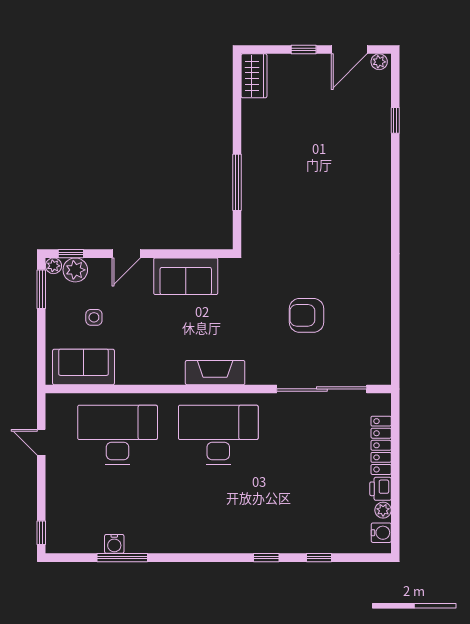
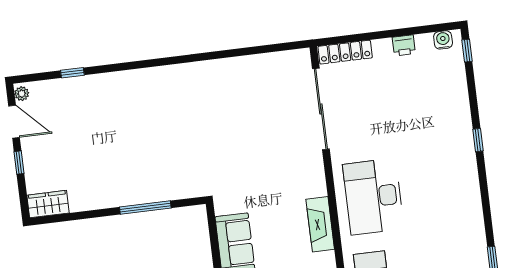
armchair: (306, 315) -> (257, 131), removed
fireplace: (215, 373) -> (320, 224), moved
locker: (381, 445) -> (345, 52), moved
plant: (383, 510) -> (423, 41), removed
window: (319, 558) -> (467, 51), moved

